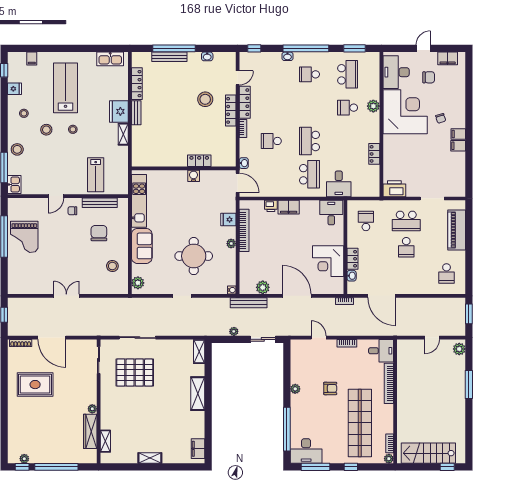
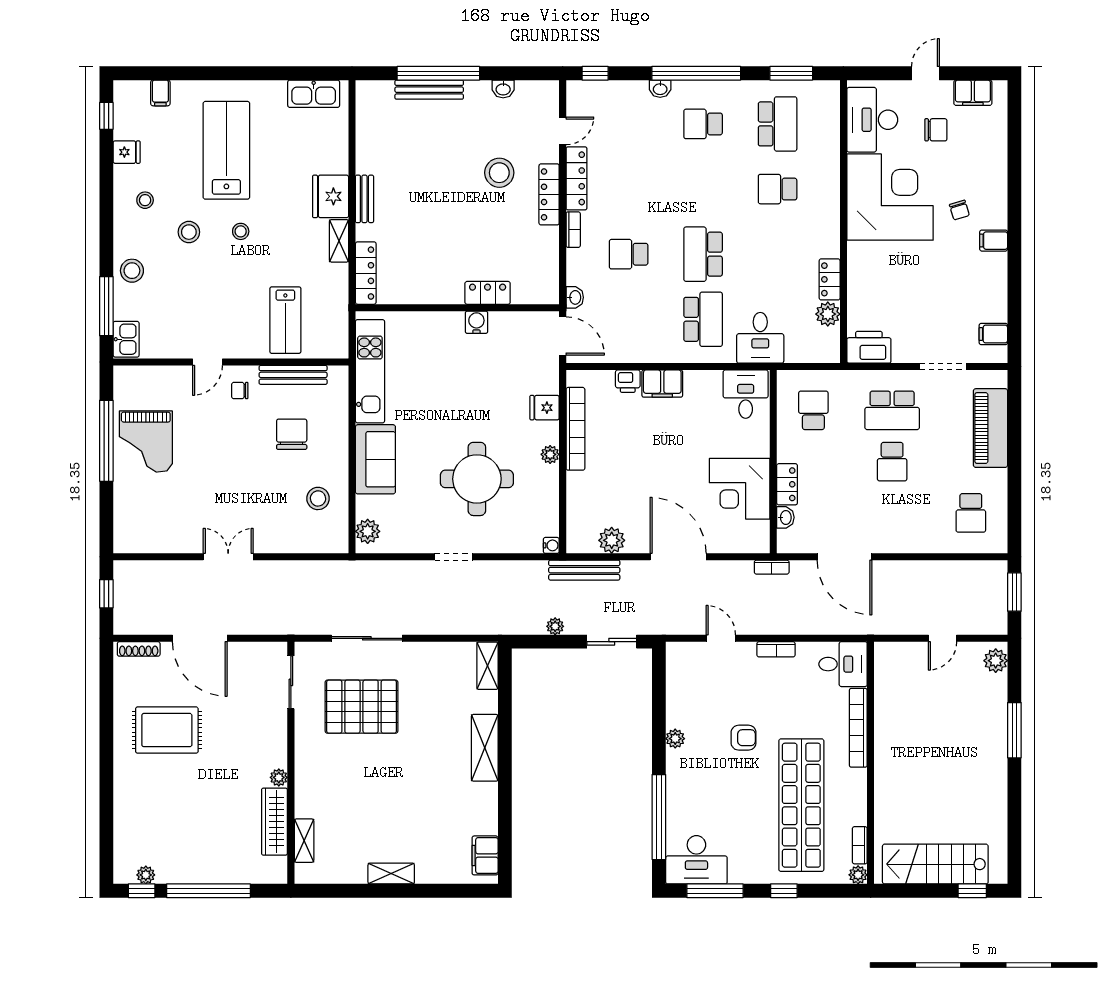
locker: (137, 84) -> (366, 273), moved
plant: (373, 106) -> (828, 314), moved
filing cabinet: (458, 146) -> (993, 334), moved

